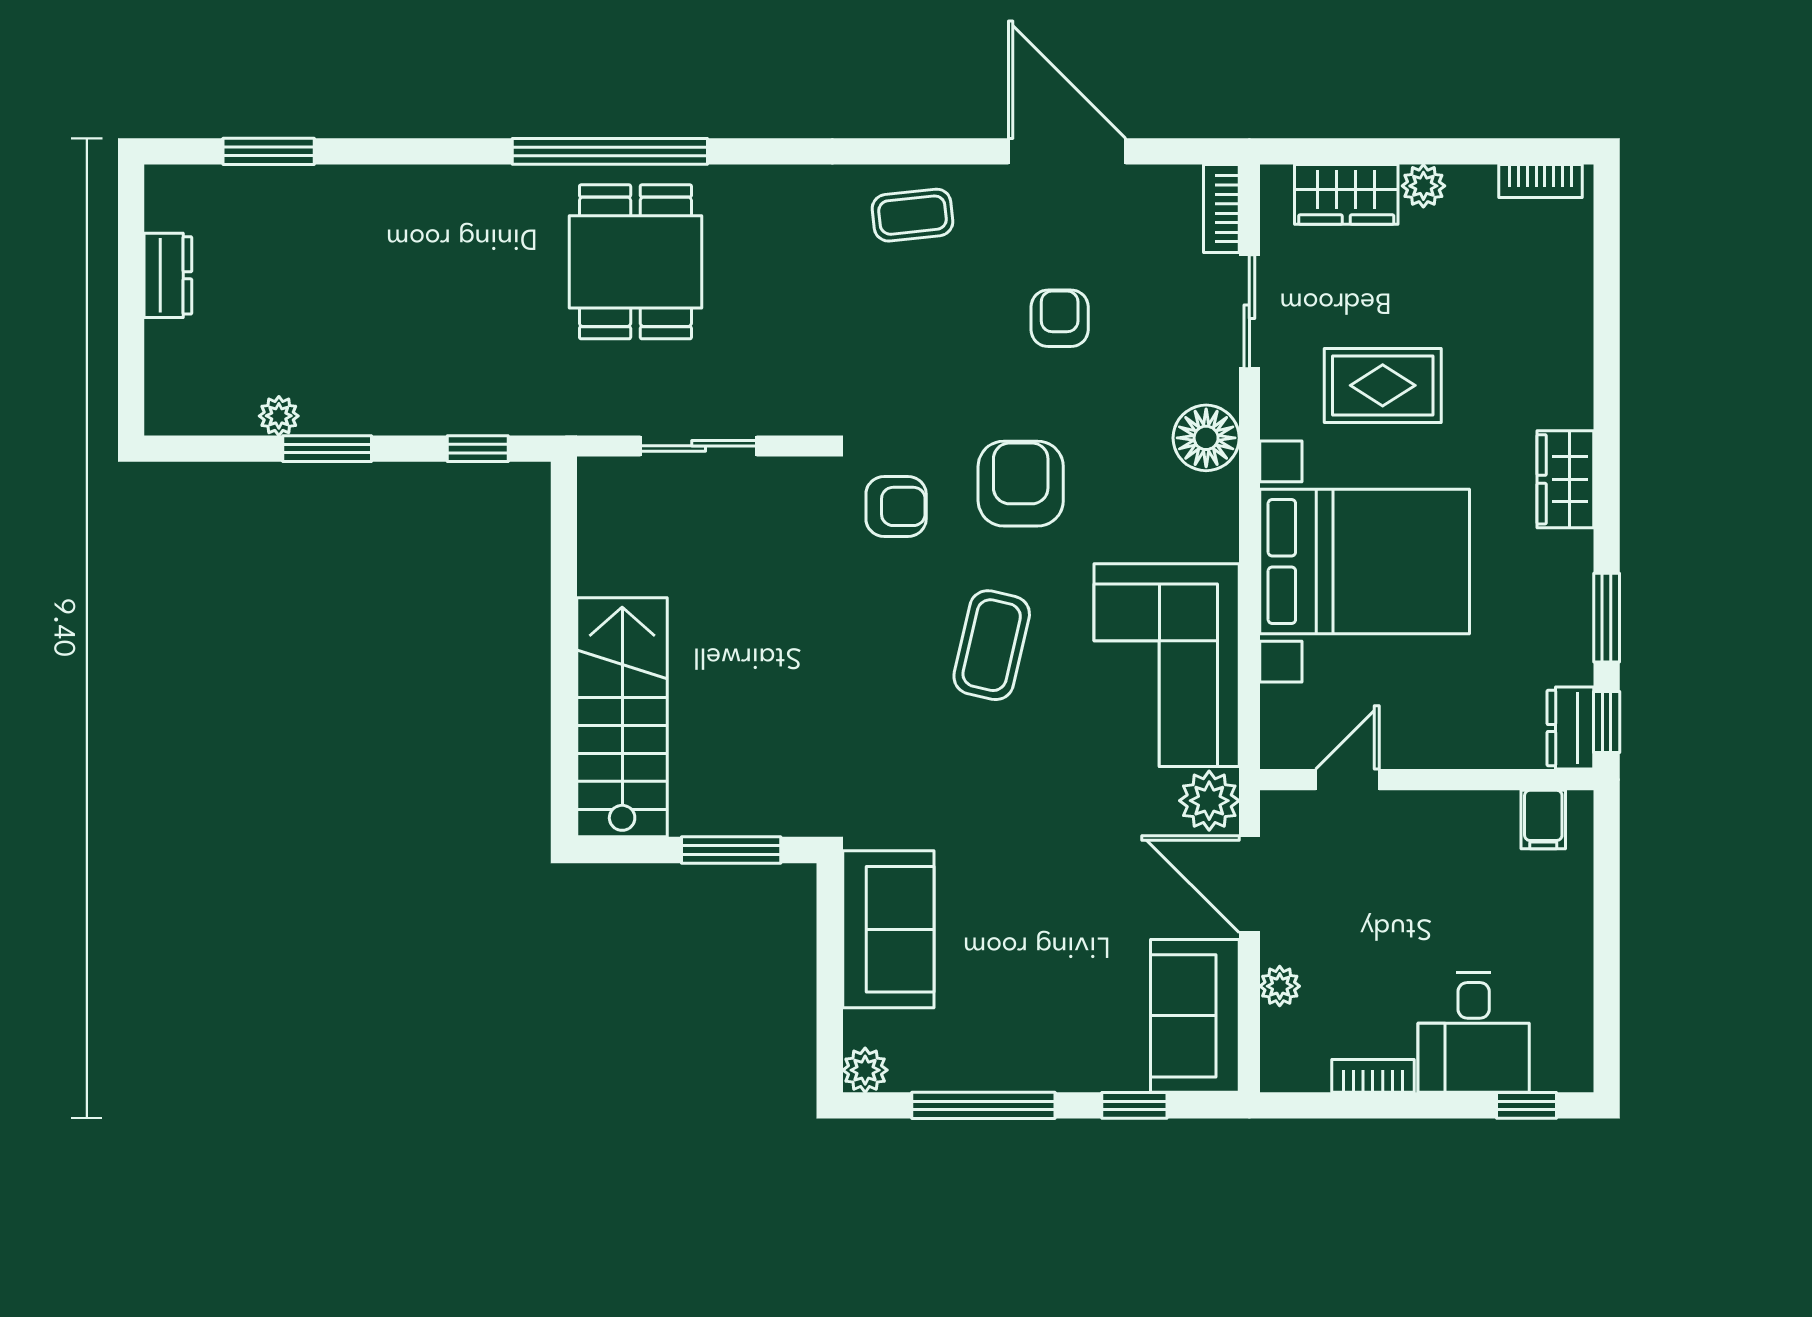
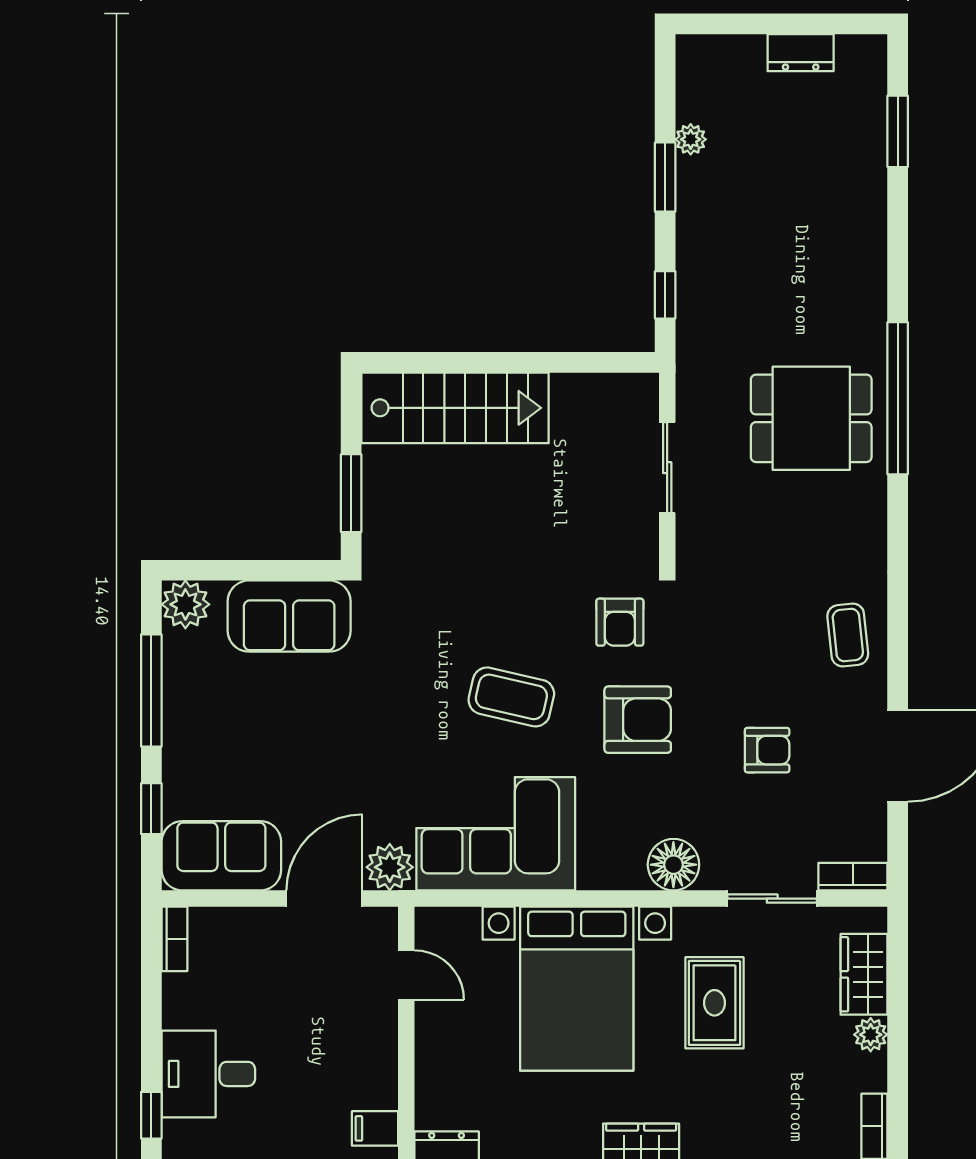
plant: (1280, 986) -> (245, 922), removed
plant: (865, 1070) -> (185, 604), width x1.38, depth x1.38
bookcase: (1373, 1076) -> (174, 939), moved

